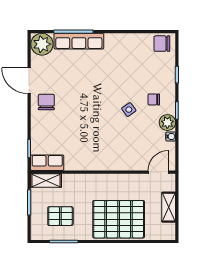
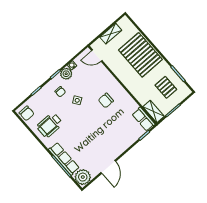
wheelchair: (128, 57) -> (50, 125), added
chair: (46, 102) -> (106, 100), moved

